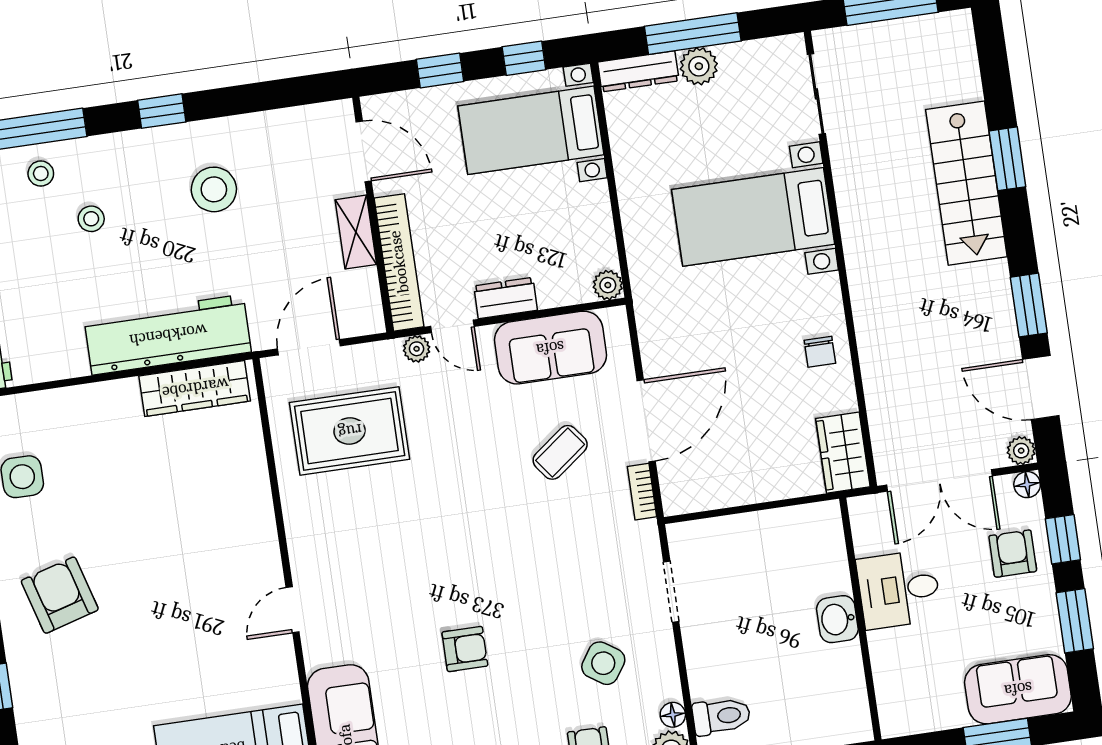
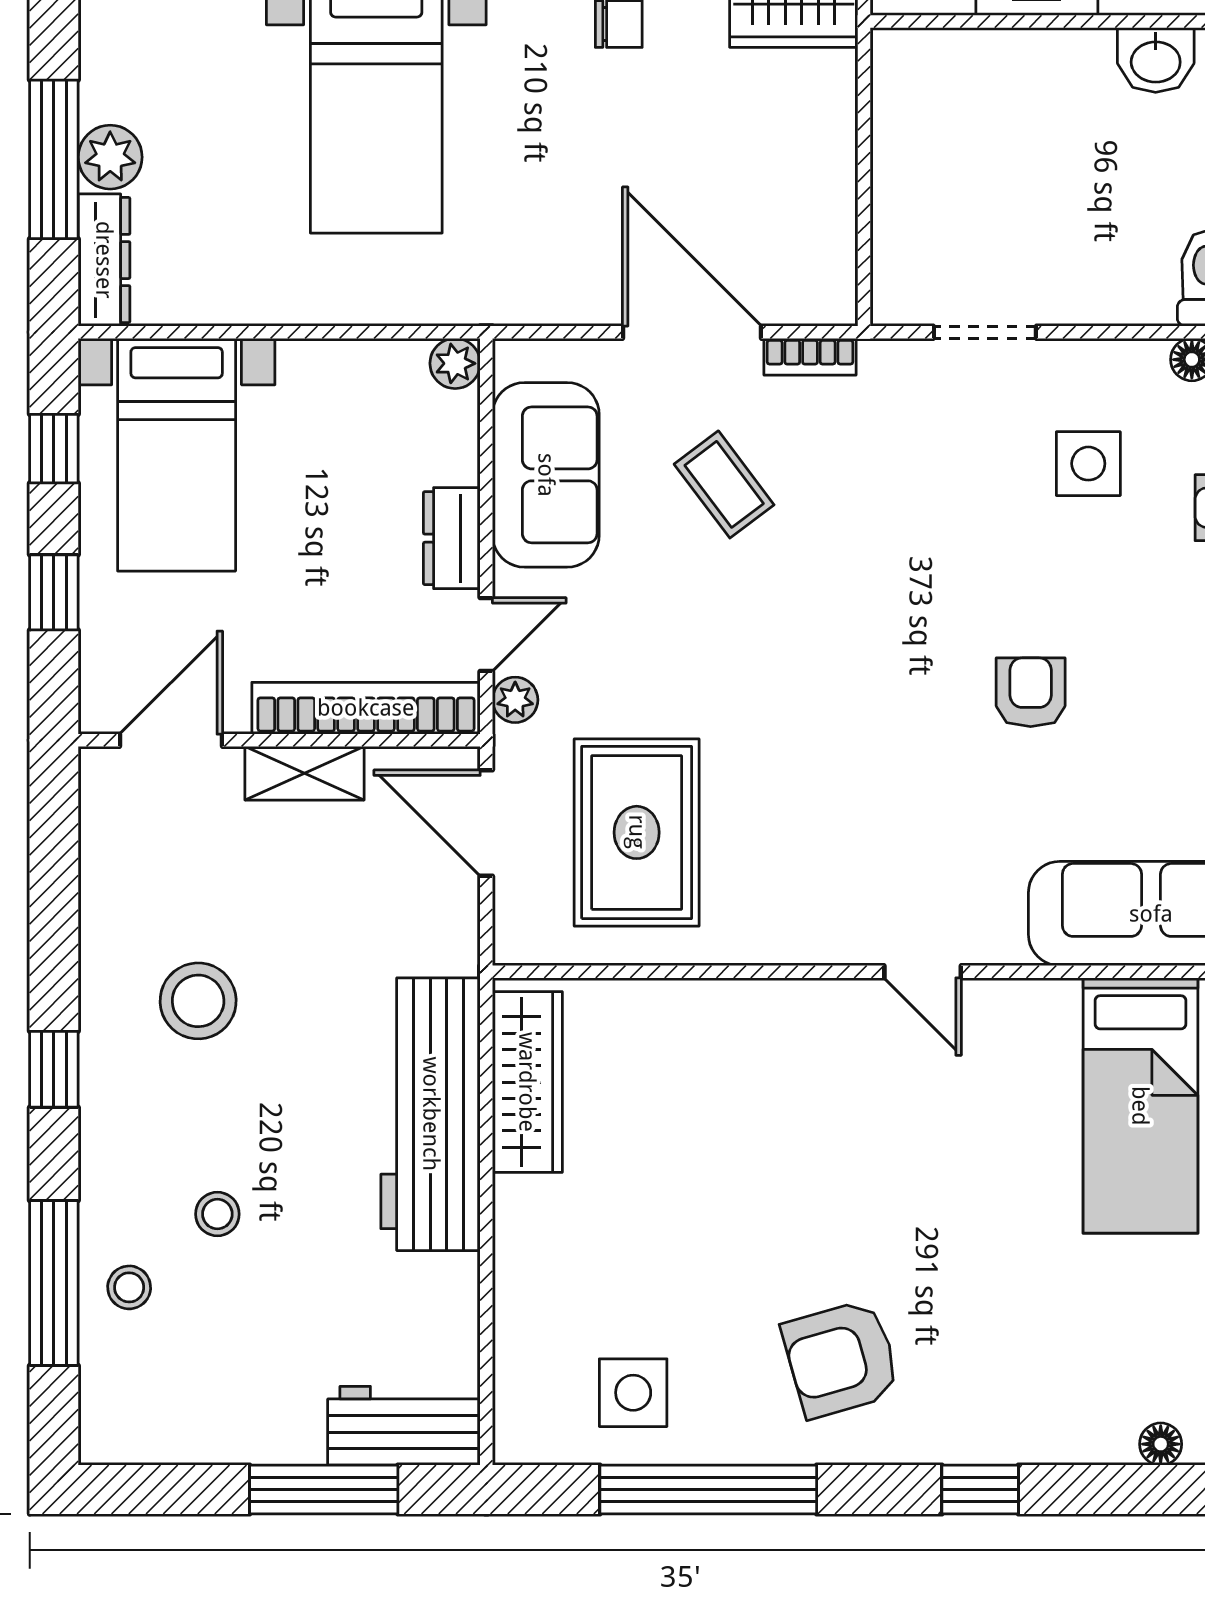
door: (309, 347) -> (486, 823), moved
washbasin: (837, 619) -> (1156, 60), moved
side table: (603, 663) -> (1088, 464), turned -34

